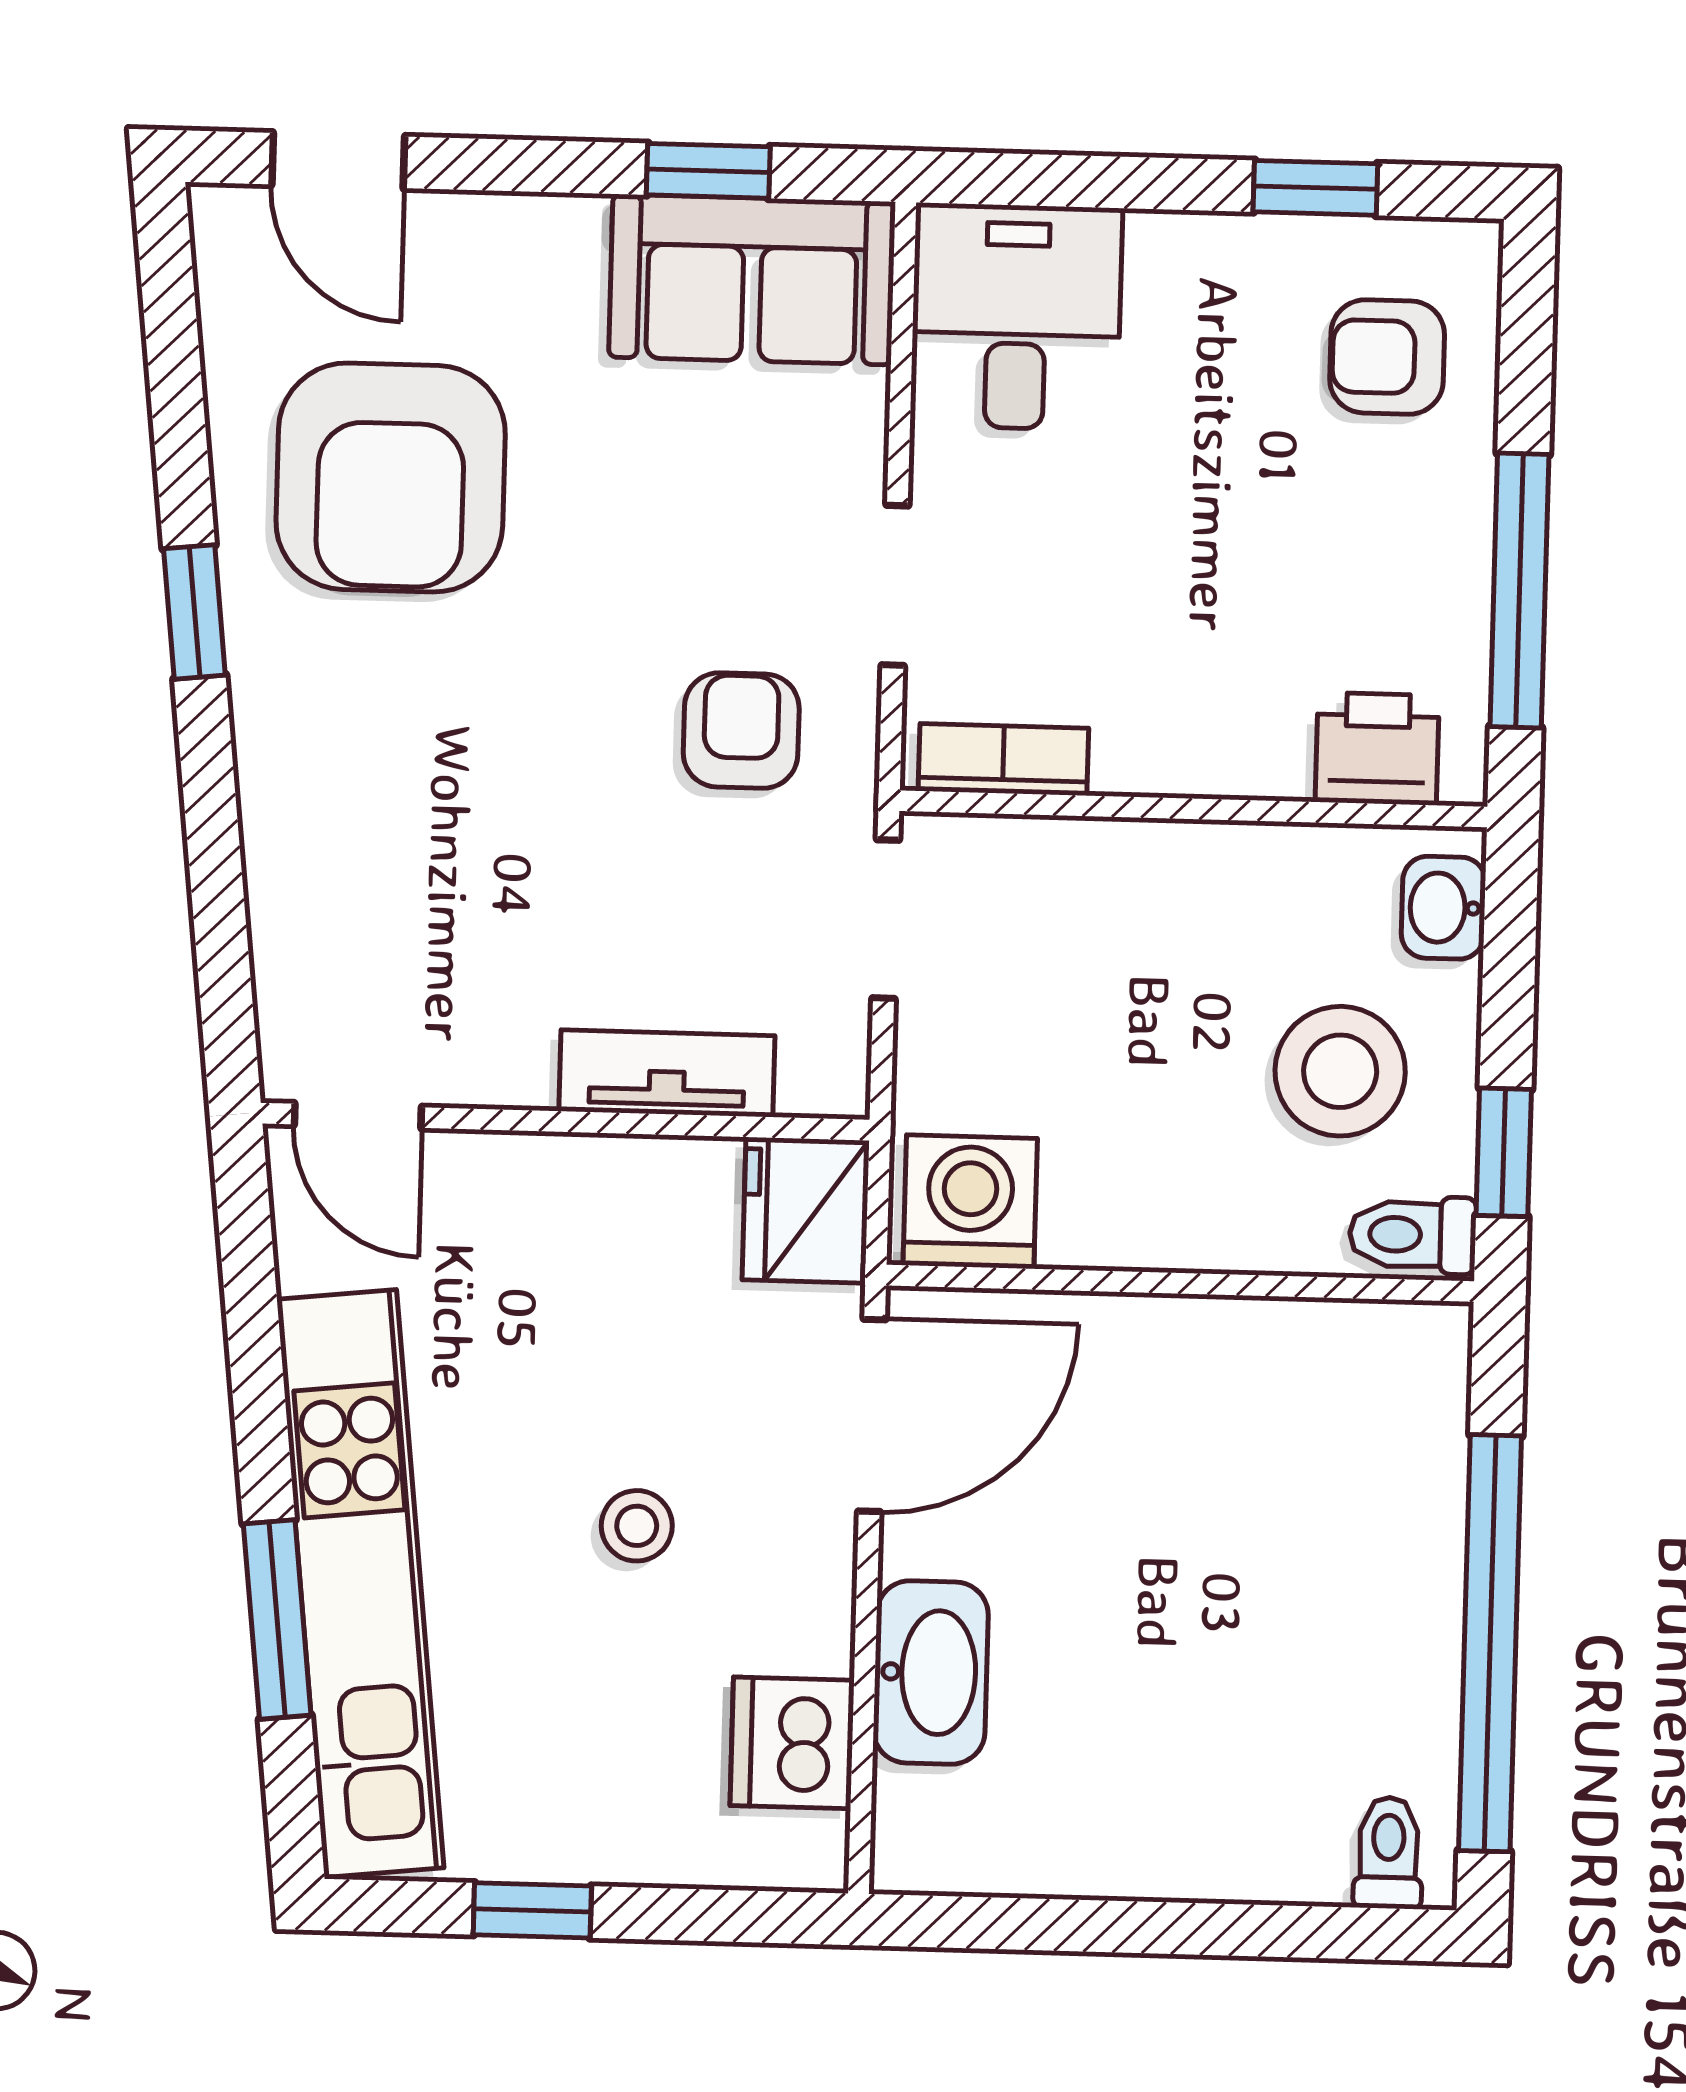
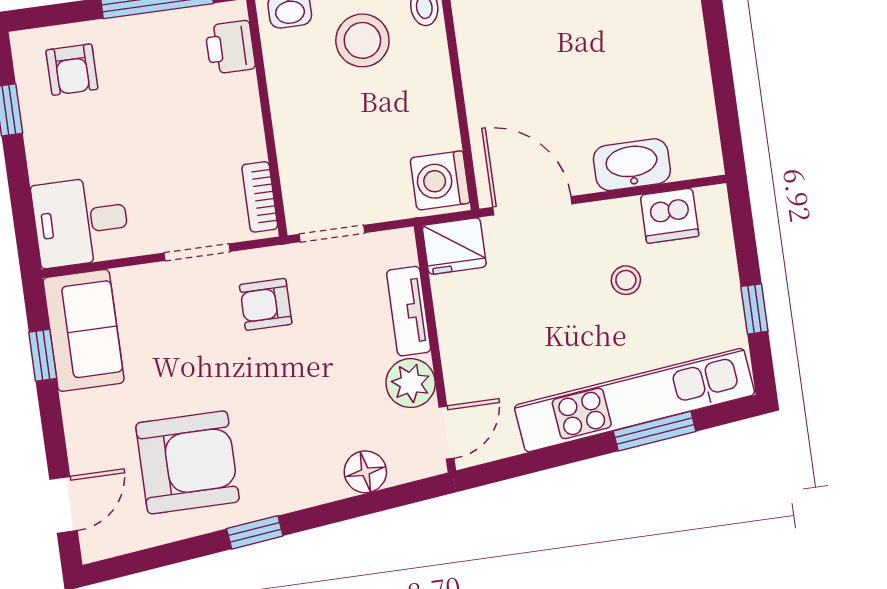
floor lamp: (296, 904) -> (365, 472), added
plant: (492, 1049) -> (411, 383), added
stool: (637, 1526) -> (626, 280), moved

